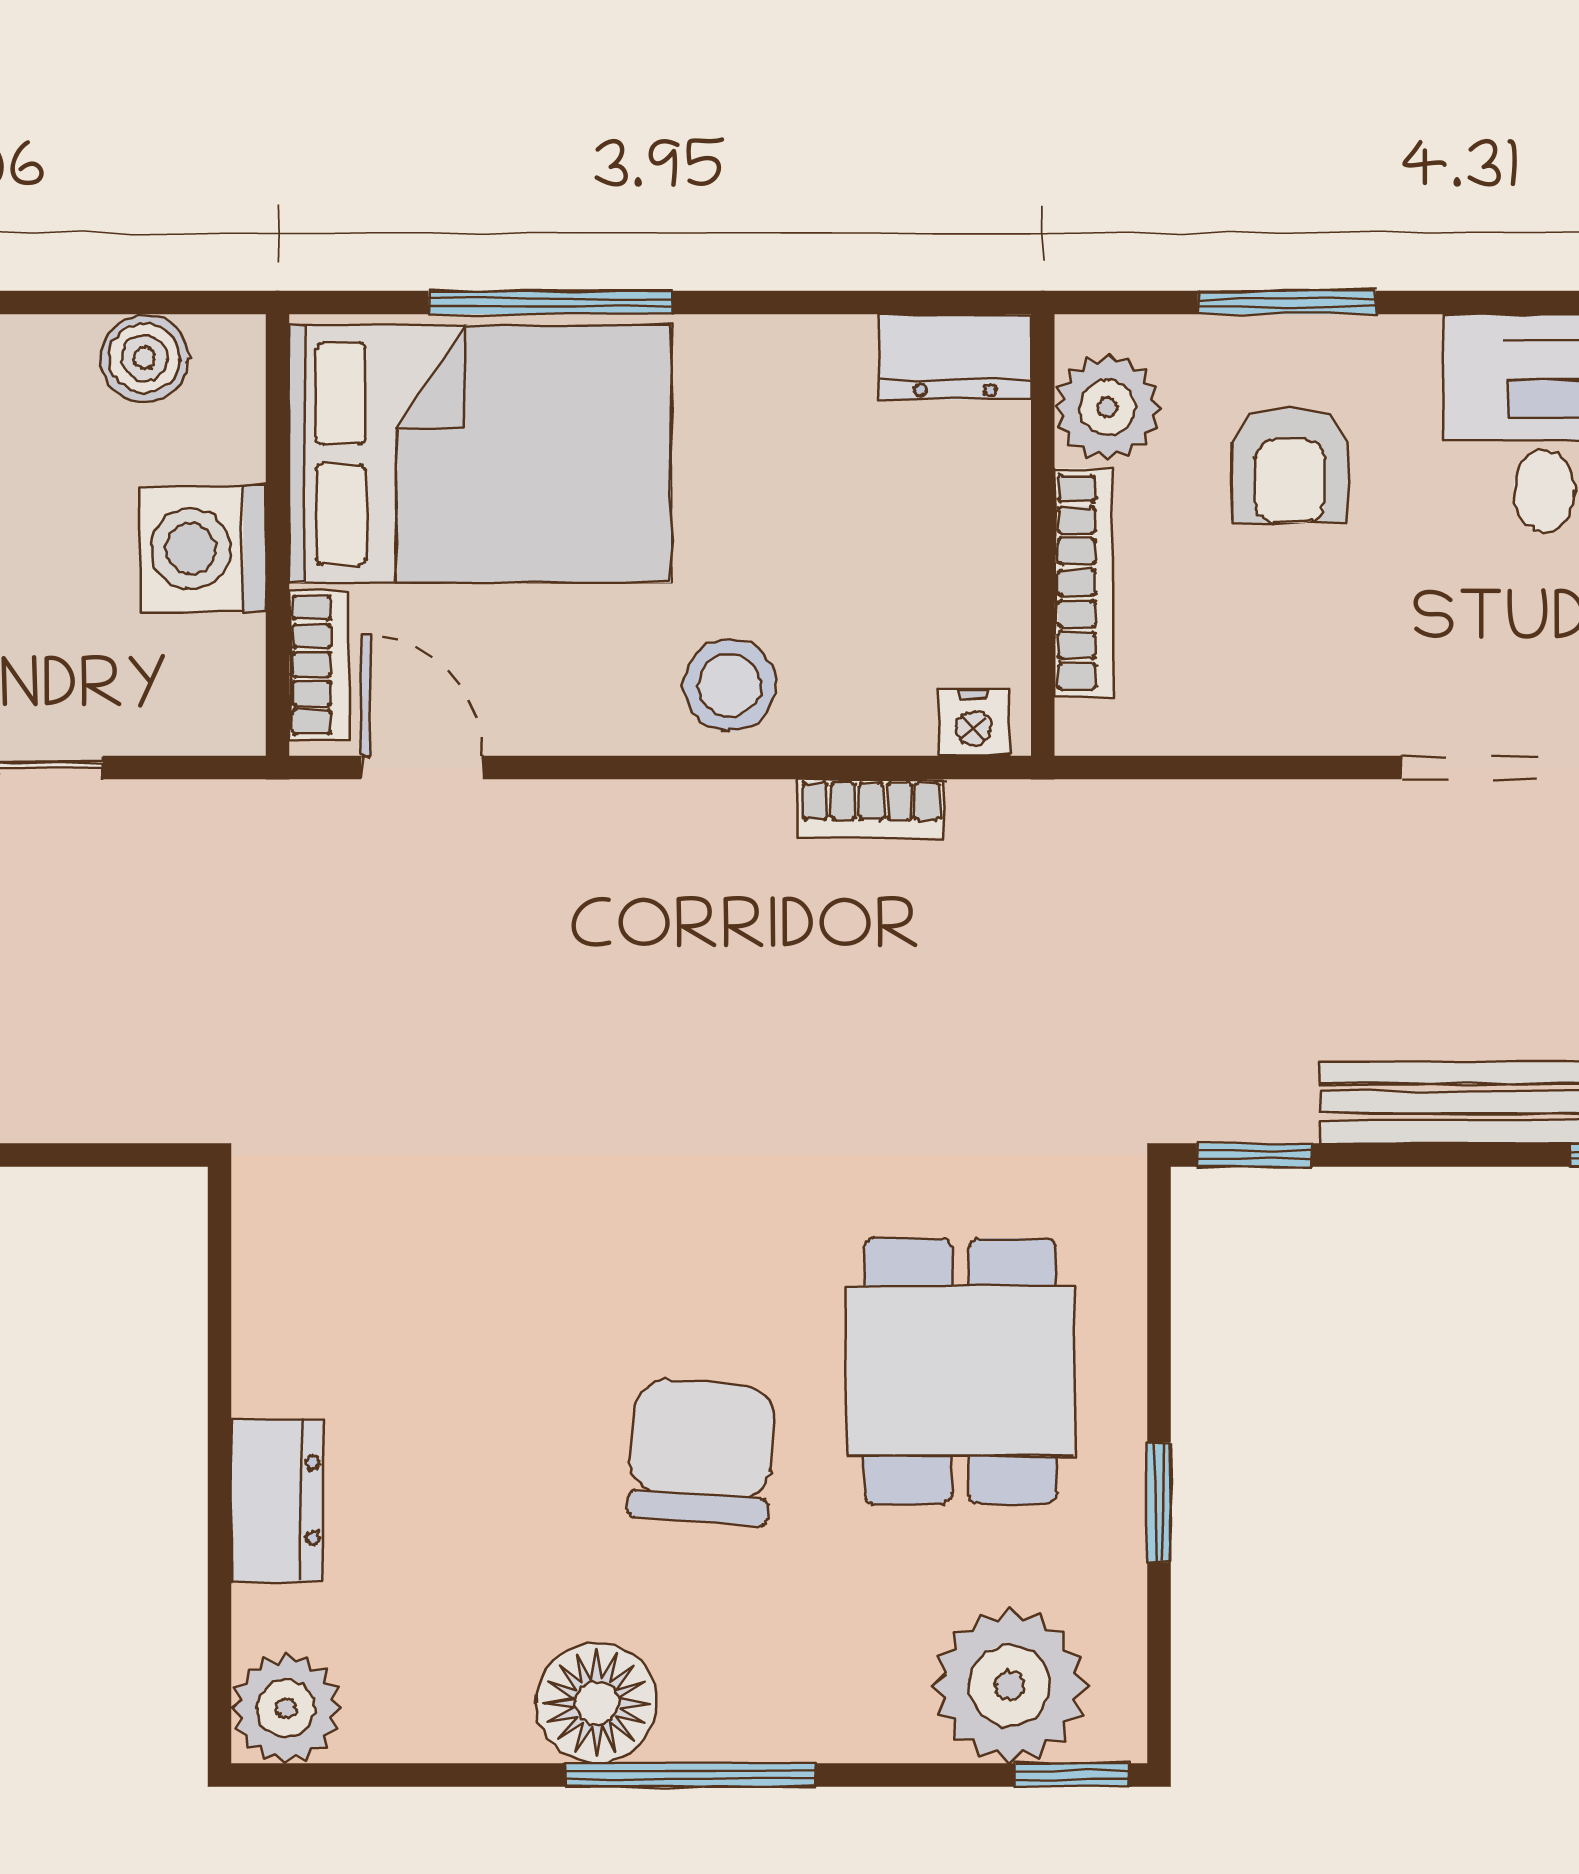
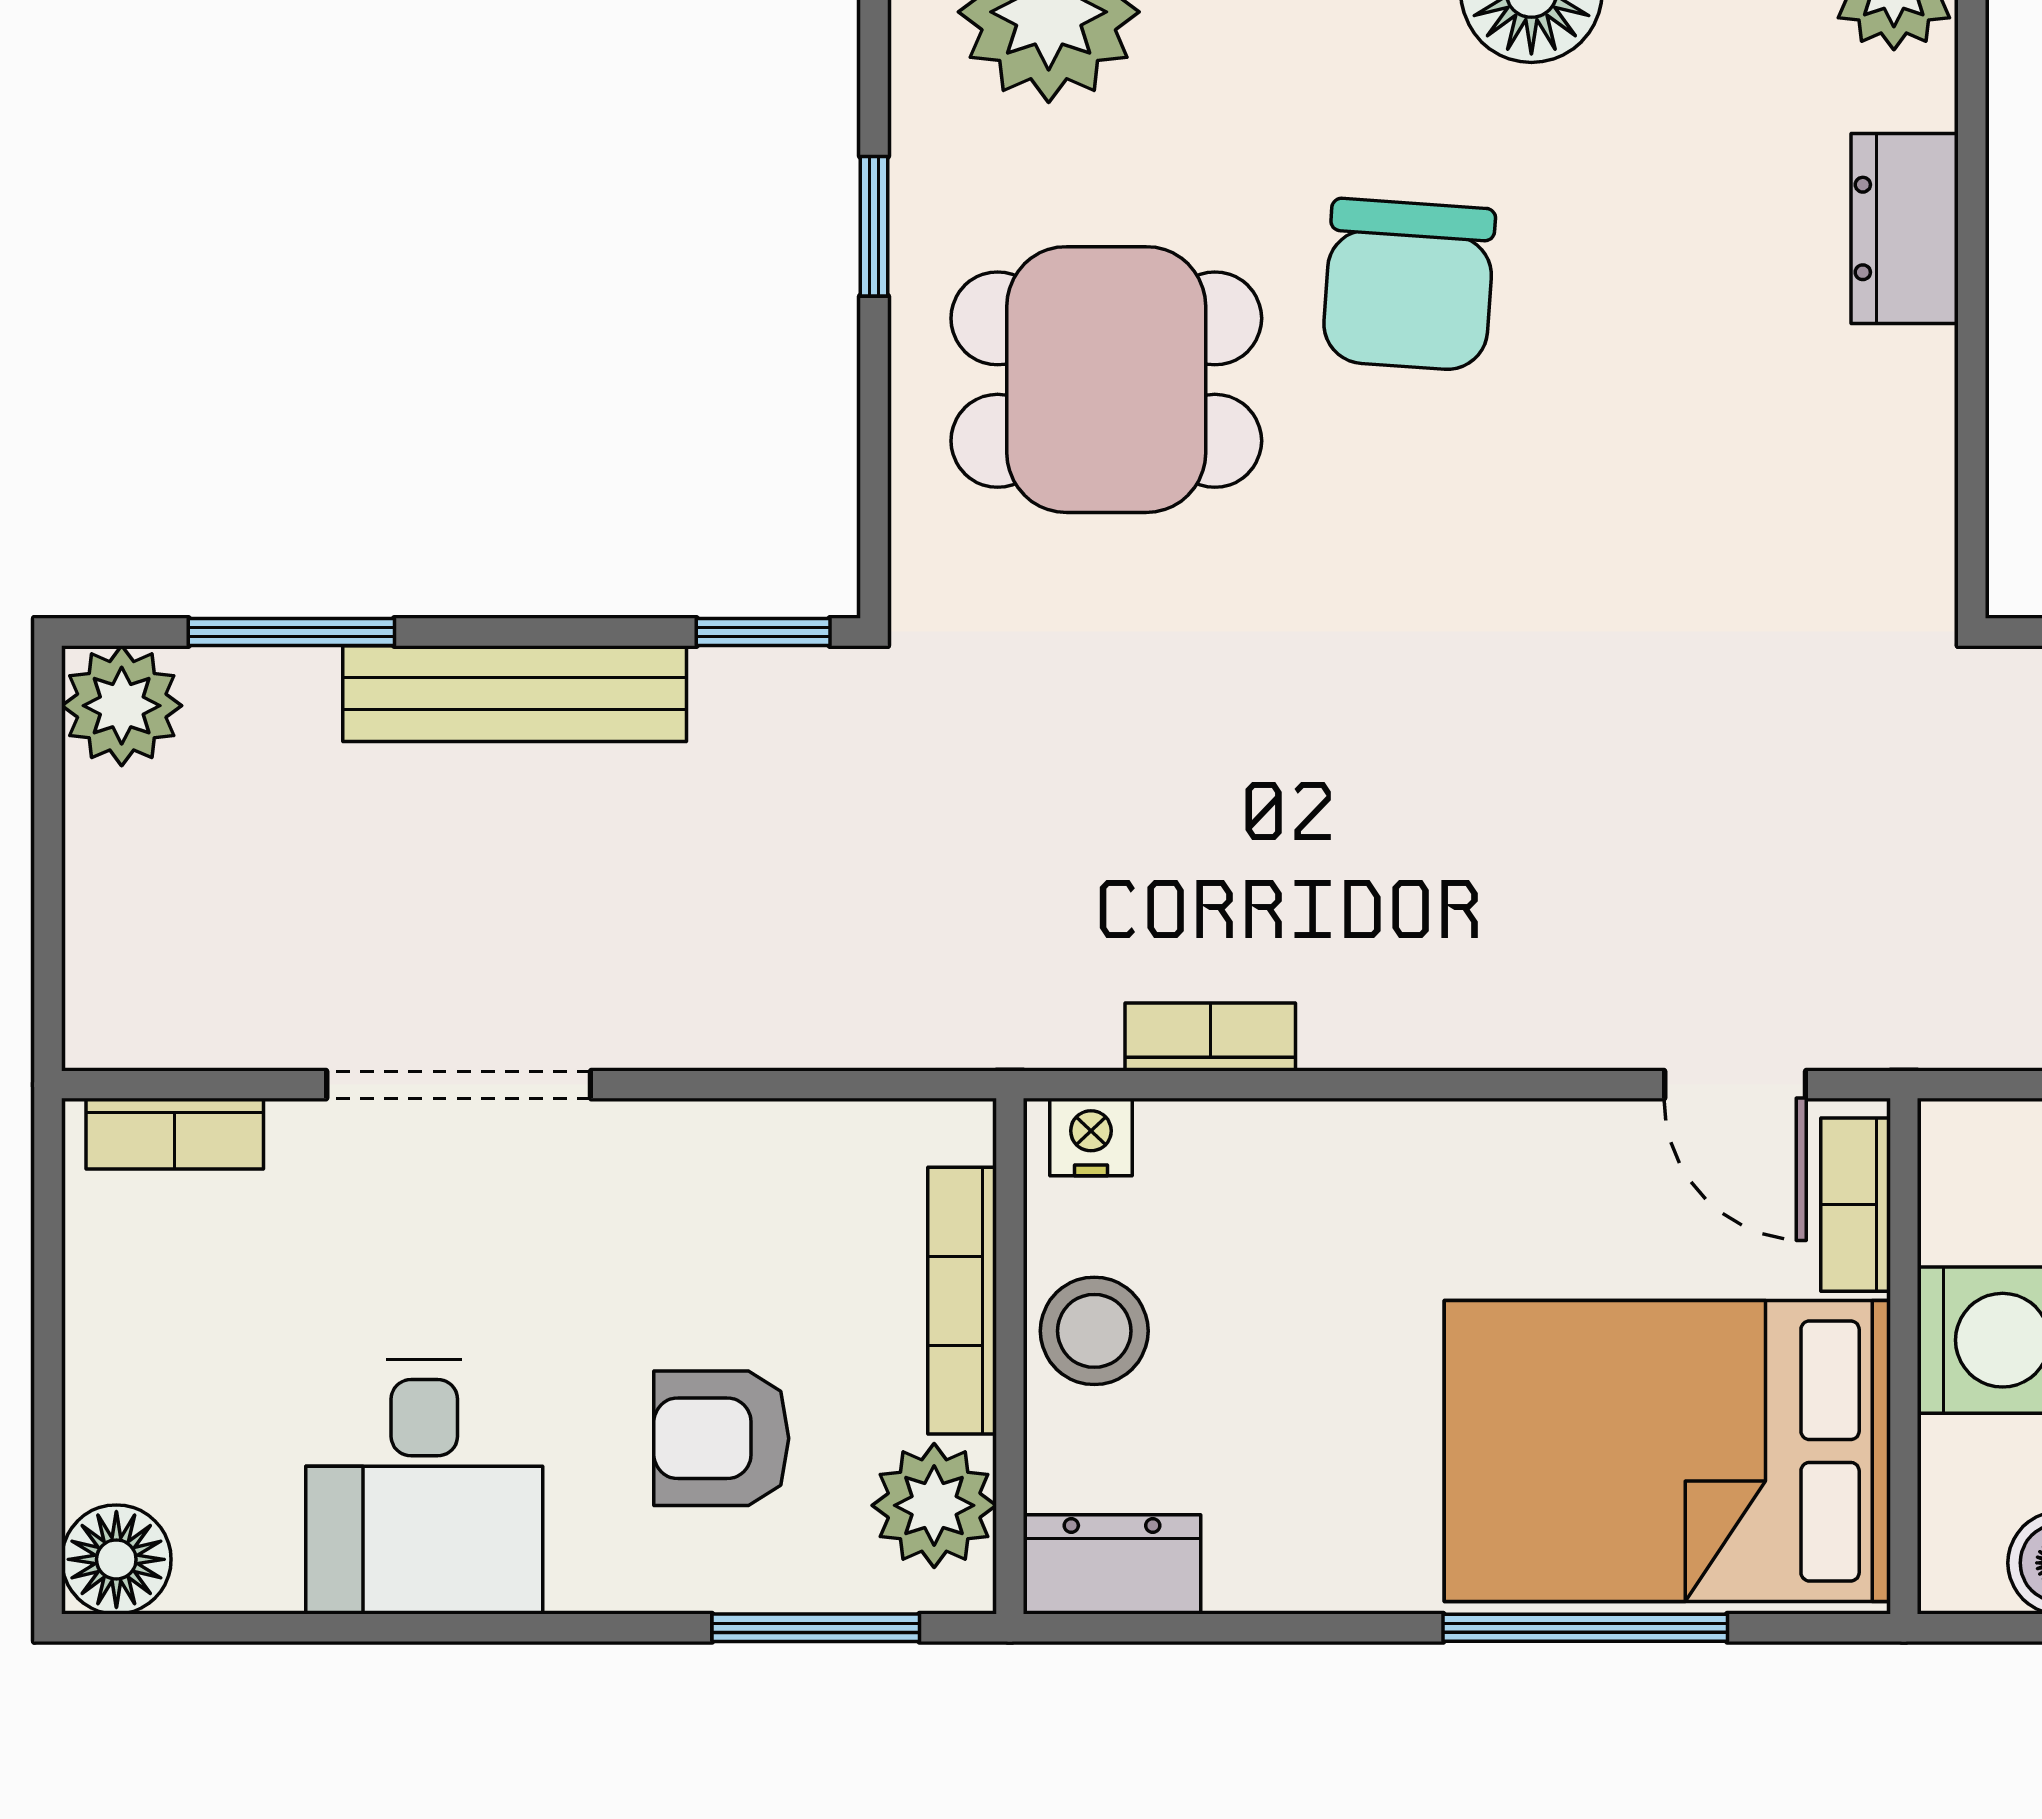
window: (1287, 303) -> (816, 1628), moved
armchair: (1290, 465) -> (721, 1438), turned -90
stool: (730, 685) -> (1094, 1331), moved
dining table: (960, 1371) -> (1106, 380), turned 90

